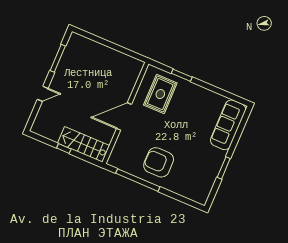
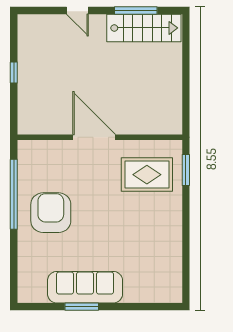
window: (182, 75) -> (186, 170), moved
sofa: (228, 125) -> (85, 287), moved
stairs: (84, 144) -> (144, 28), moved, turned 90

